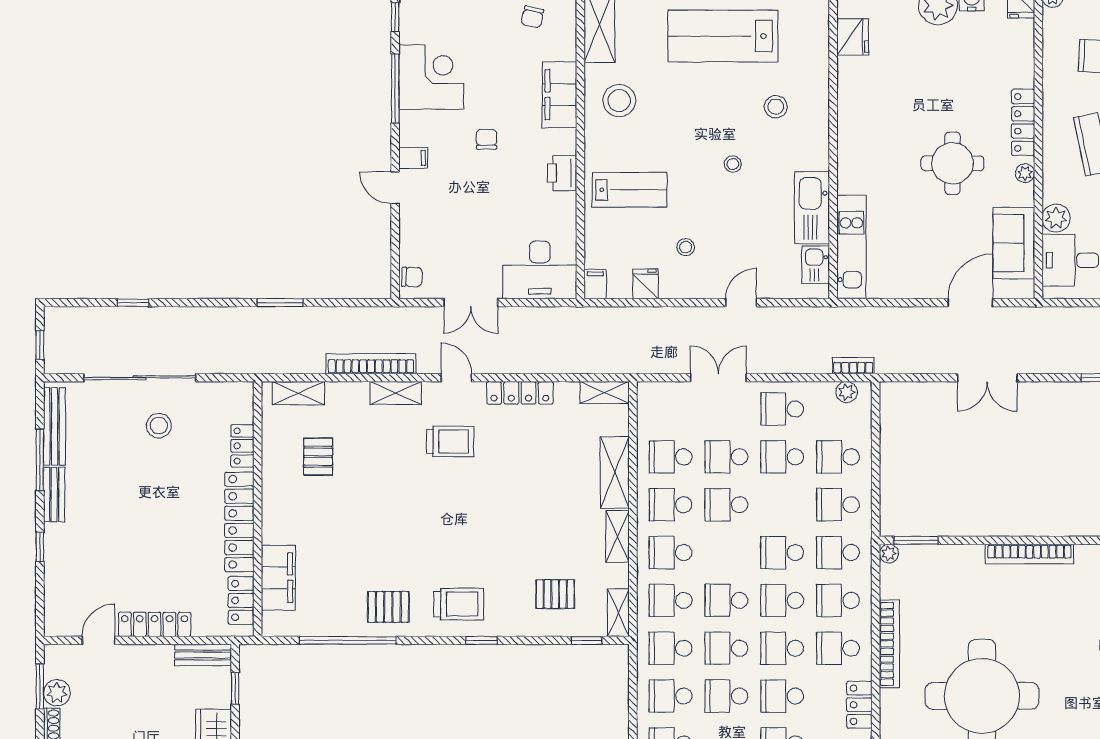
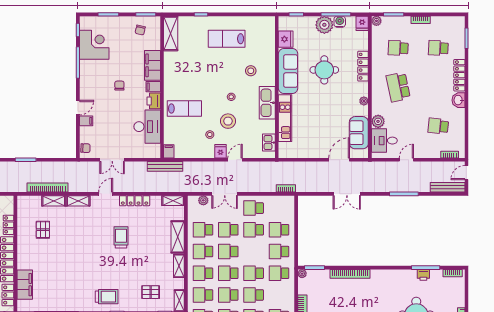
lab bench: (723, 36) -> (227, 39), width x0.73, depth x0.72
corner desk: (431, 77) -> (94, 45), moved
stool: (619, 101) -> (228, 121), moved
sofa: (858, 107) -> (288, 71), added
locker: (1023, 122) -> (363, 66), moved
filing cabinet: (561, 142) -> (153, 87), added
filing cabinet: (413, 158) -> (86, 121), moved
round table: (952, 163) -> (324, 70), moved
door: (395, 188) -> (78, 108), swing flipped
kitchen sink: (812, 208) -> (267, 103), moved
kitchen unit: (851, 247) -> (285, 118), moved
desk: (540, 270) -> (147, 127), moved, turned -90
fridge: (646, 284) -> (220, 151), moved
bench: (587, 317) -> (165, 166), added
bookcase: (371, 364) -> (48, 188), moved
door: (456, 378) -> (106, 194), hinge flipped
double door: (718, 378) -> (225, 194), swing flipped
plant: (847, 392) -> (203, 200), moved
shelving: (299, 393) -> (54, 201), moved
trolley: (450, 441) -> (121, 237), moved, turned -90
bookcase: (1029, 554) -> (350, 274), moved
school desk: (838, 600) -> (228, 273), moved
pallet: (388, 607) -> (75, 298), removed

